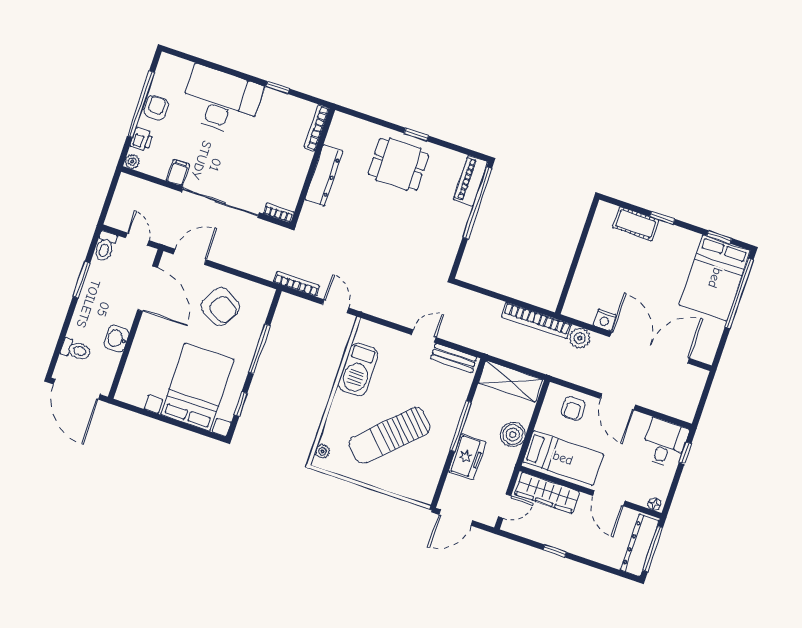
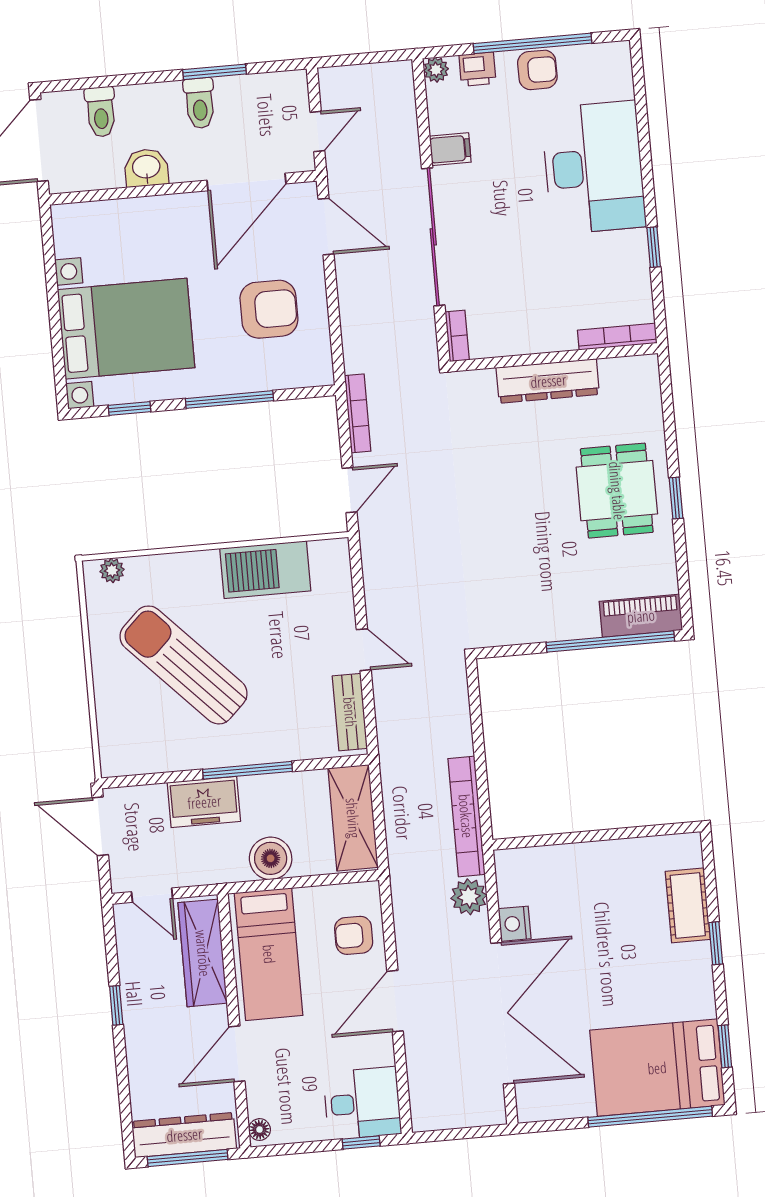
toilet: (105, 247) -> (200, 103), moved, turned -90
armchair: (220, 307) -> (269, 309), turned -120

